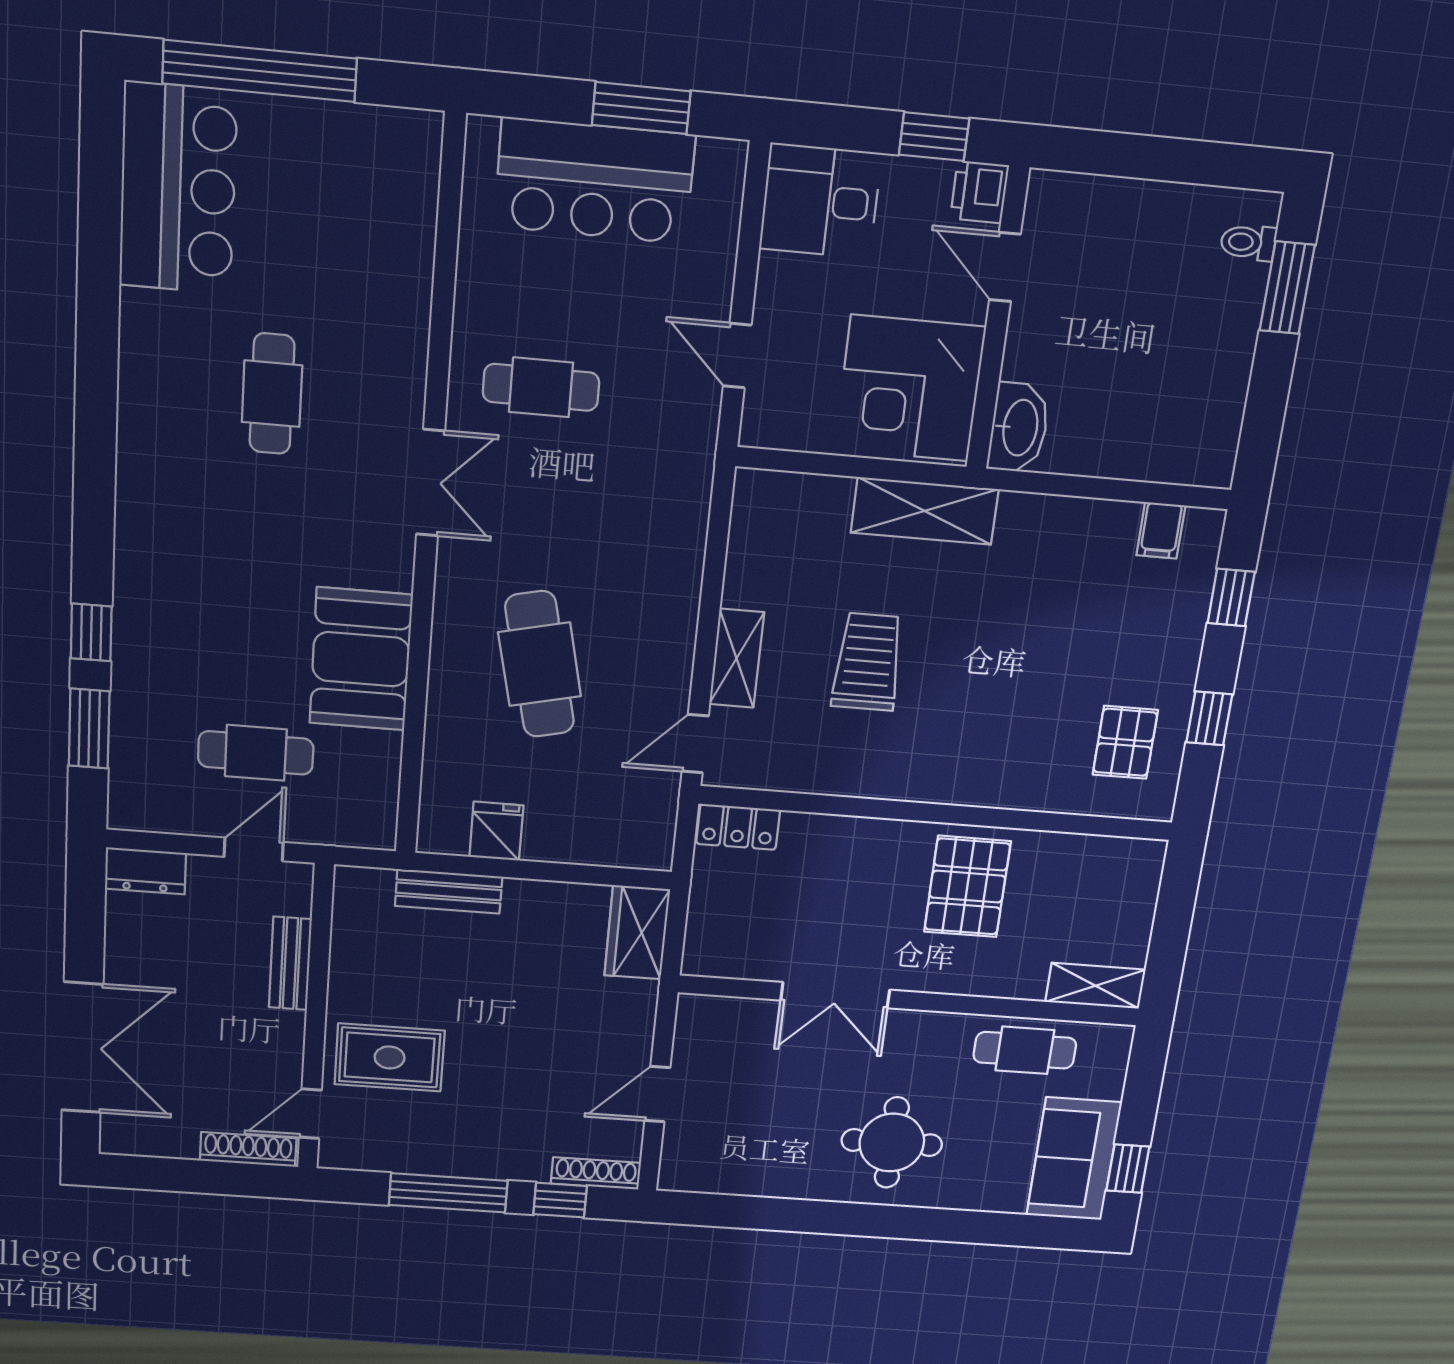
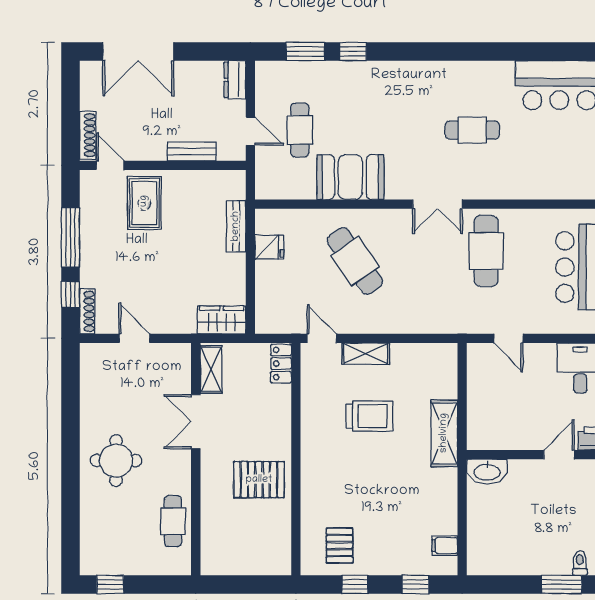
door: (737, 356) -> (508, 338), swing flipped
cafe table: (541, 387) -> (486, 251), width x1.37, depth x1.35
corner desk: (910, 388) -> (501, 419), removed
cafe table: (540, 664) -> (355, 261), turned 68
pallet: (1125, 742) -> (340, 546), turned 90
shelving: (1095, 986) -> (211, 369), moved
sofa: (1074, 1159) -> (114, 556), removed

